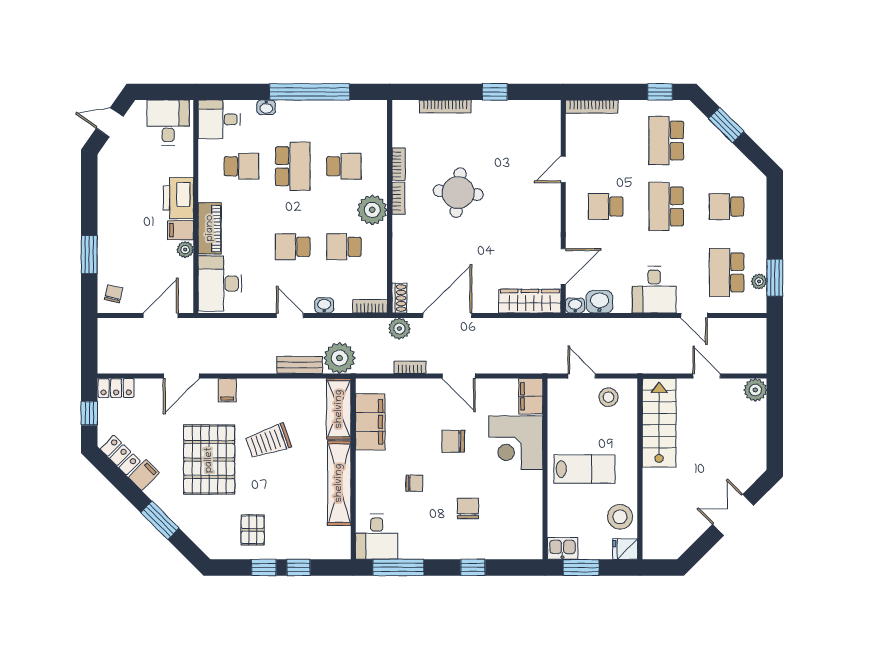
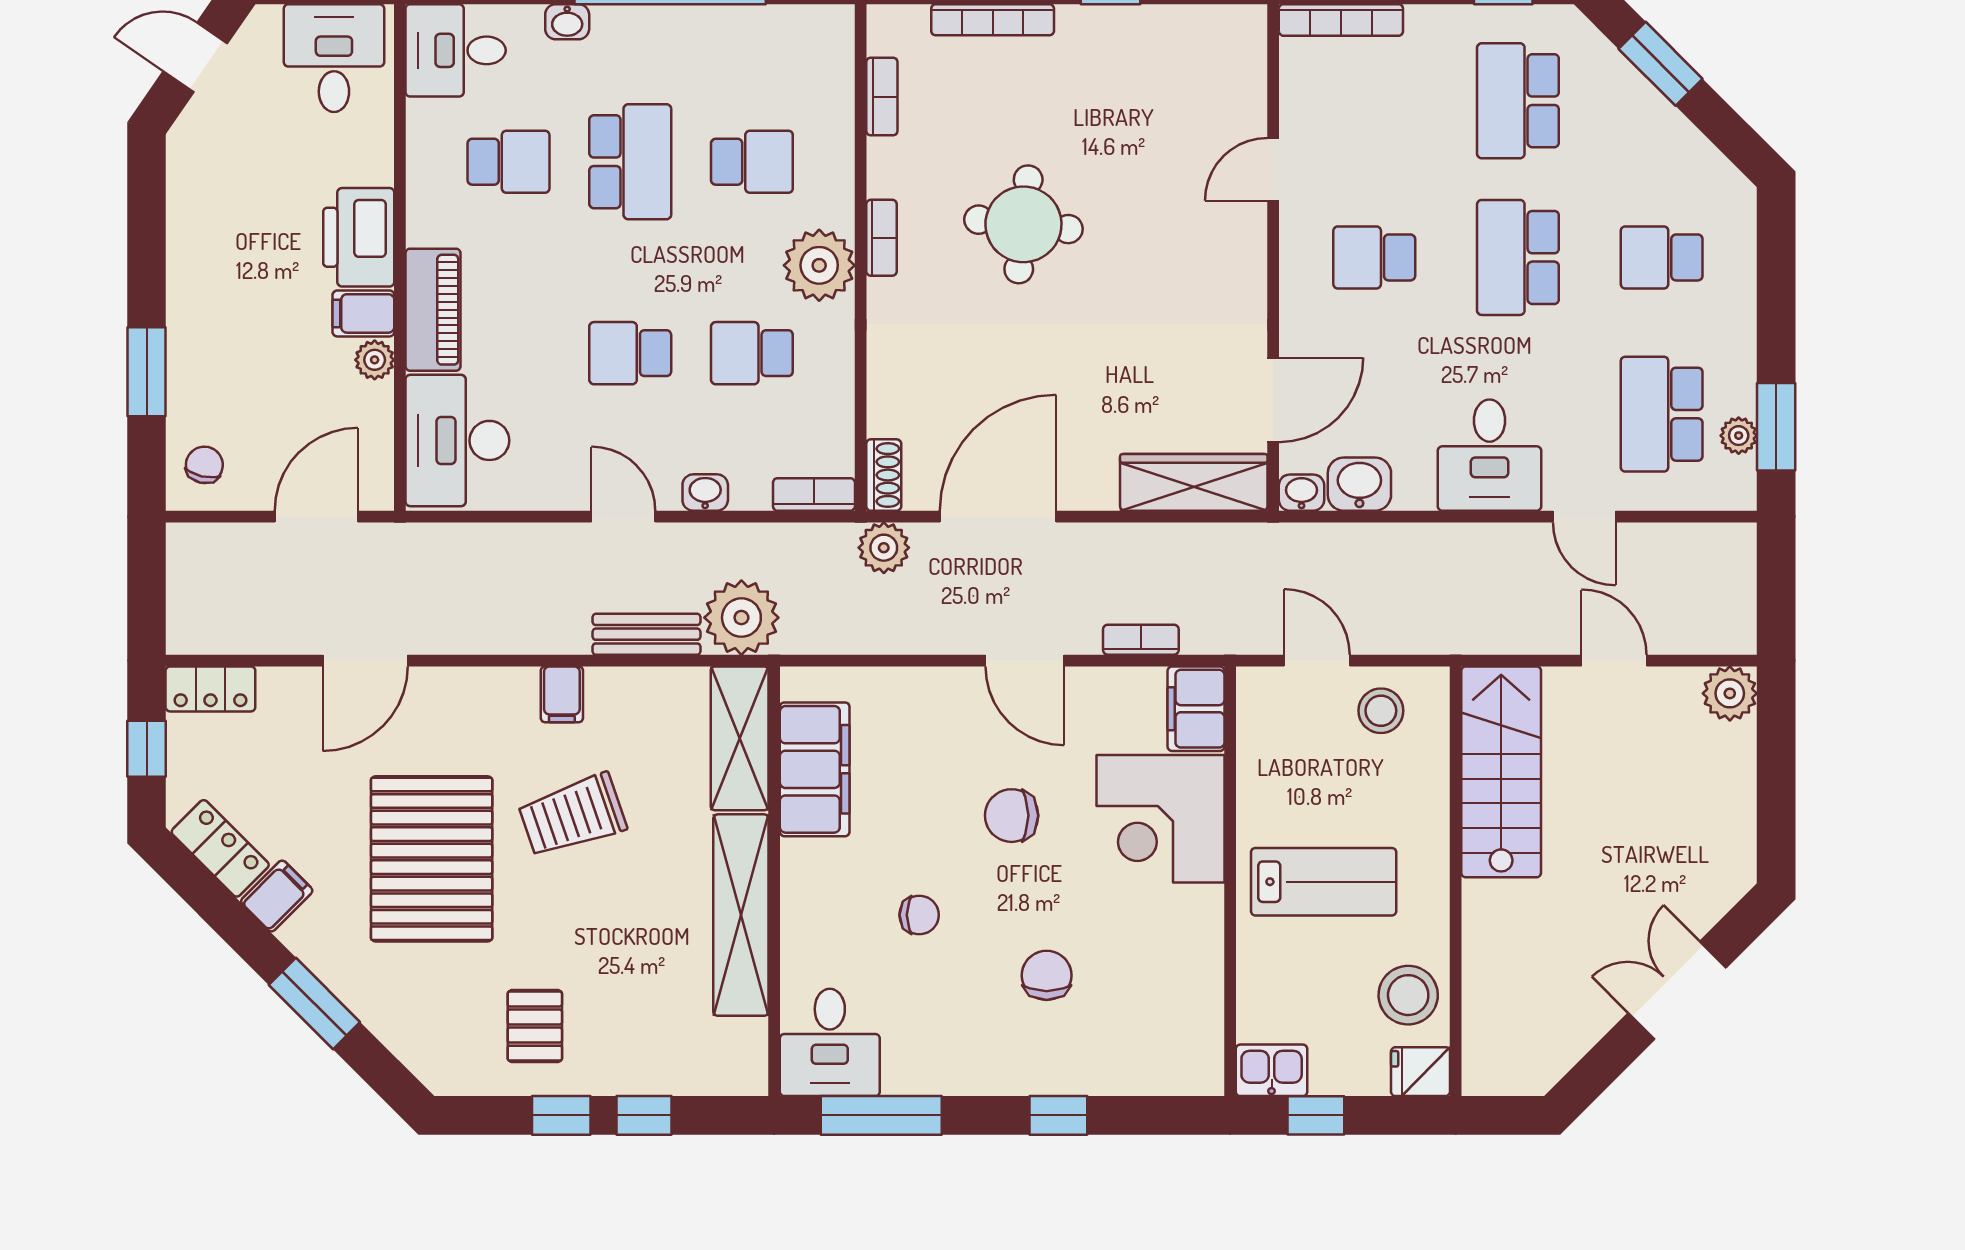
bookcase: (399, 164) -> (882, 97), moved
bookcase: (410, 367) -> (1141, 640), moved
filing cabinet: (227, 390) -> (562, 694), moved
window: (581, 567) -> (1316, 1115), width x0.67

